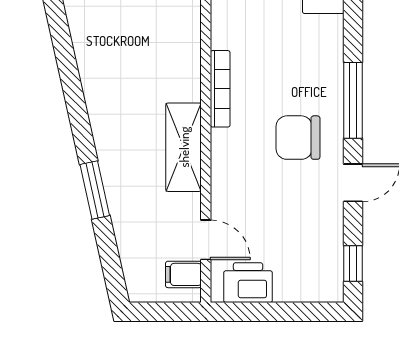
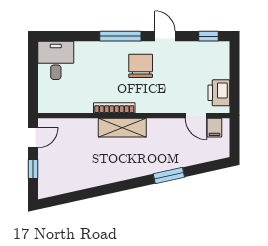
chair: (298, 138) -> (141, 66), turned 180
shelving: (184, 147) -> (122, 128), moved
door: (206, 240) -> (196, 116), swing flipped

